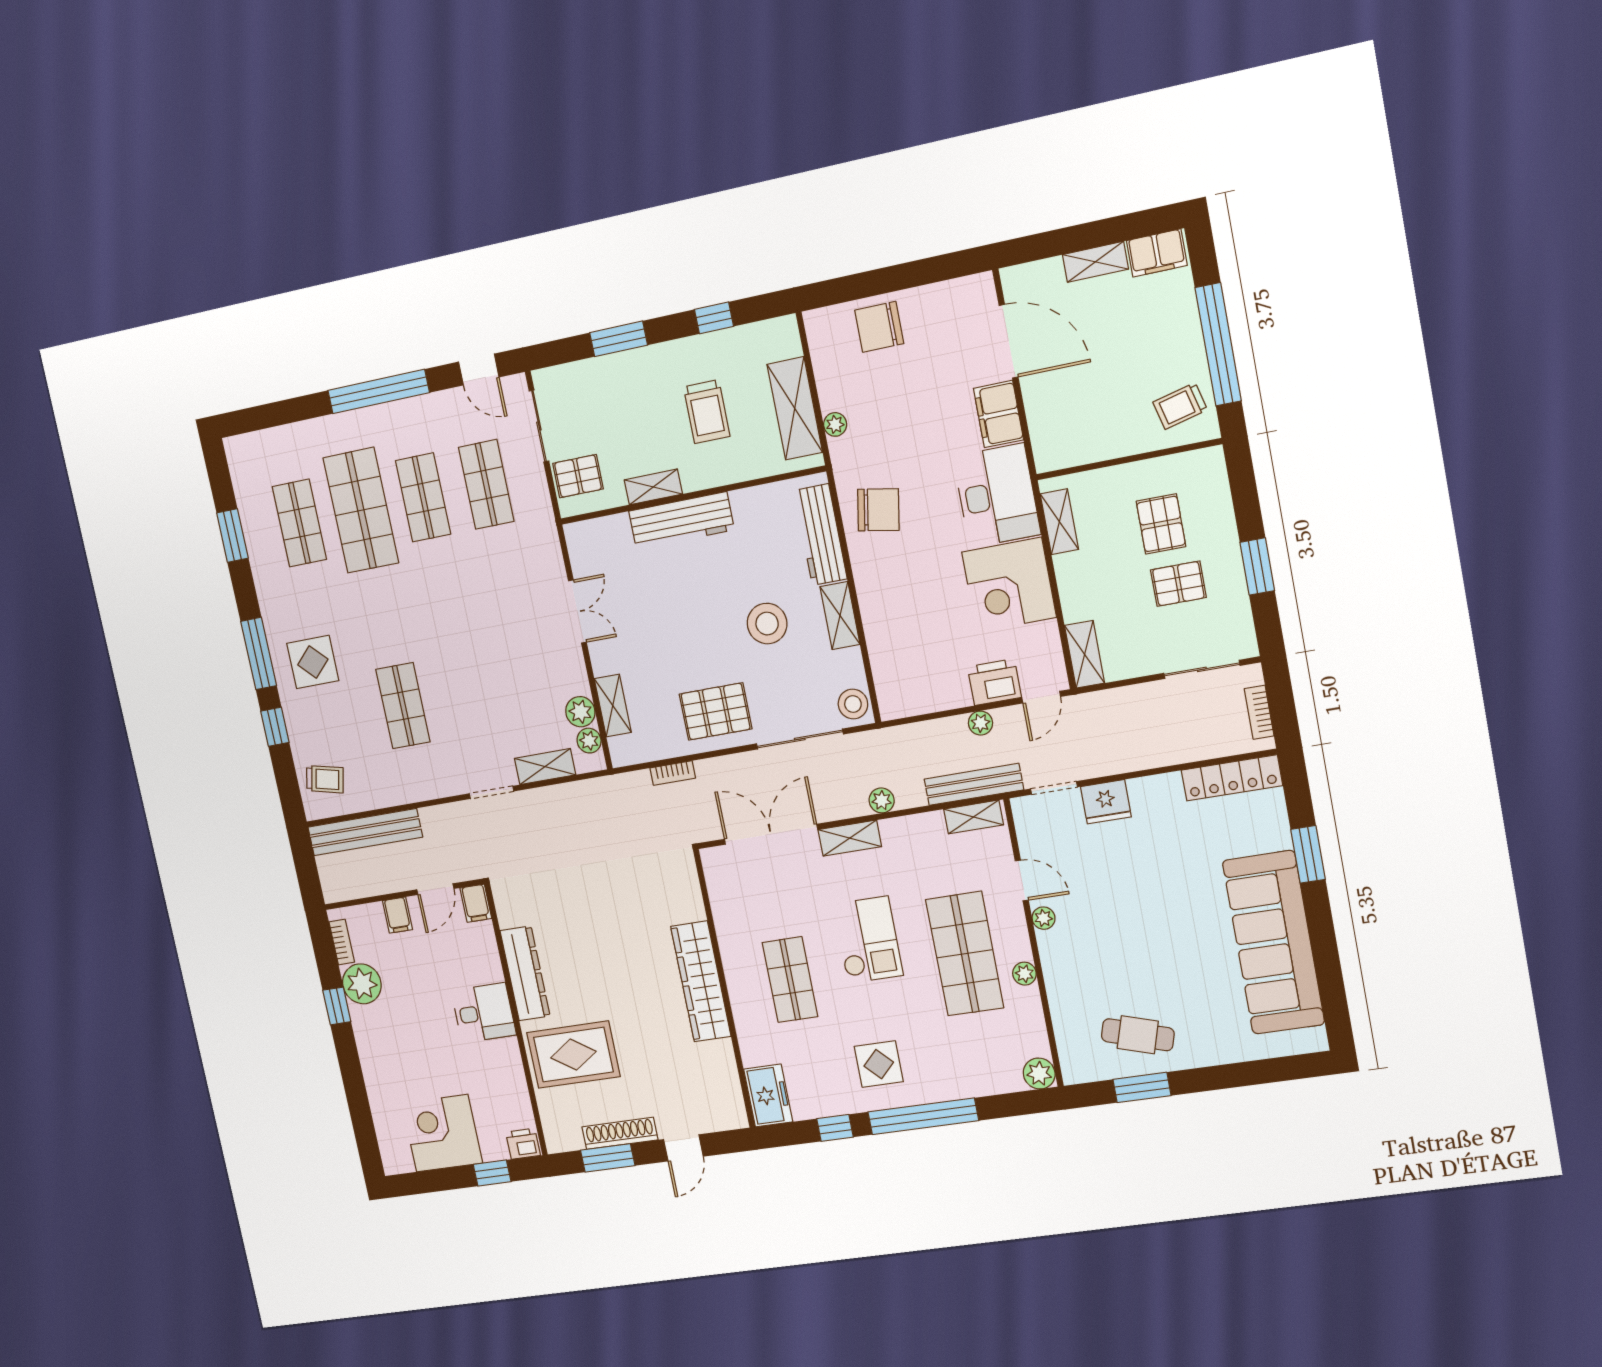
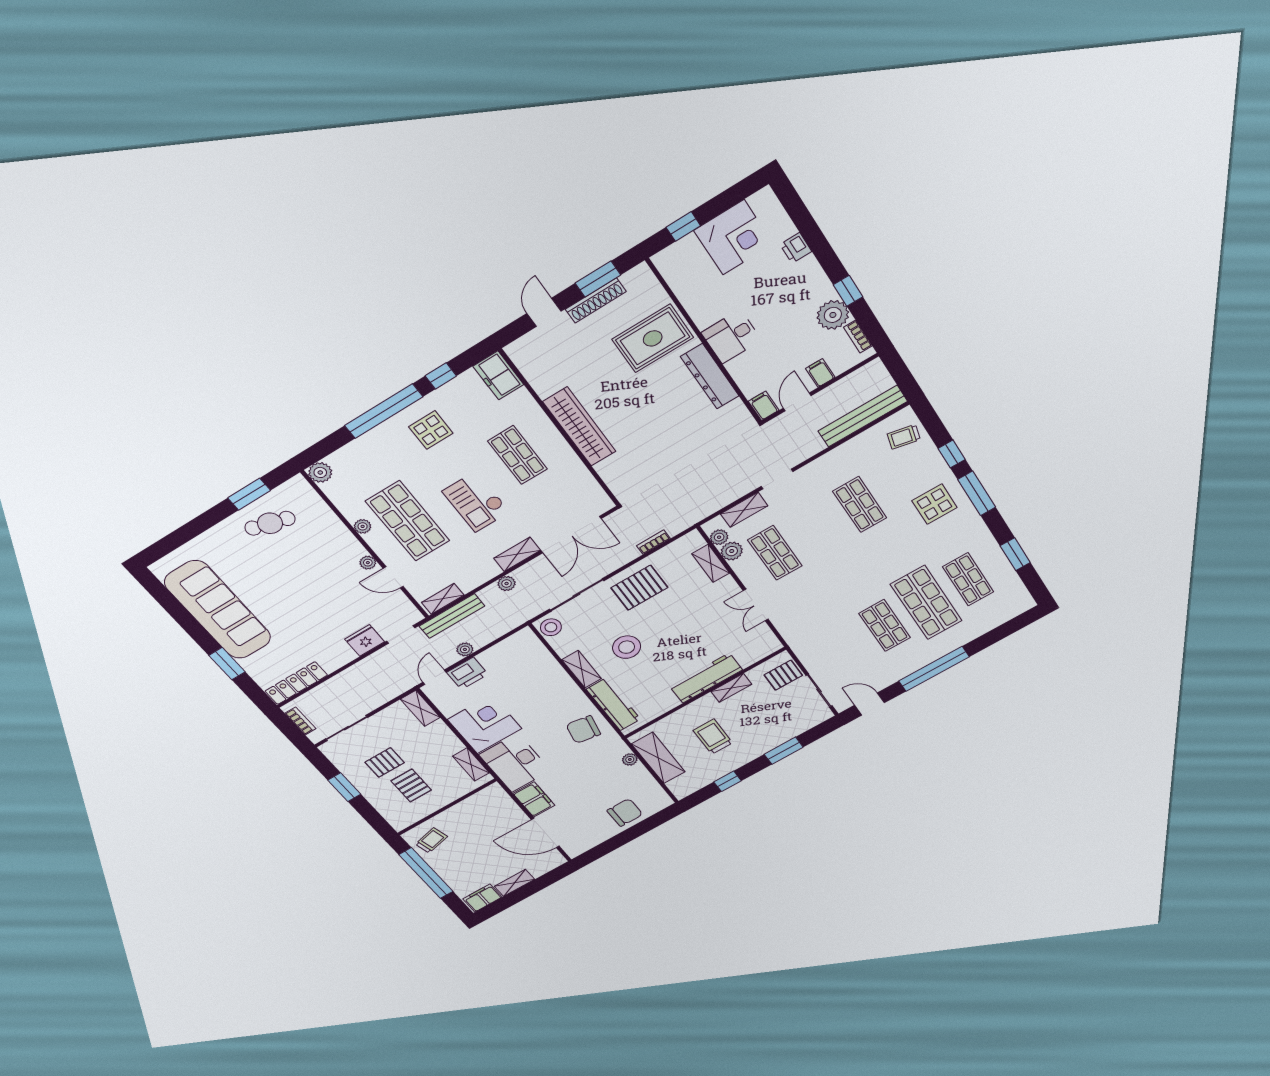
shop shelf: (486, 484) -> (775, 553), moved
printer: (523, 1144) -> (796, 248), moved, turned 90

